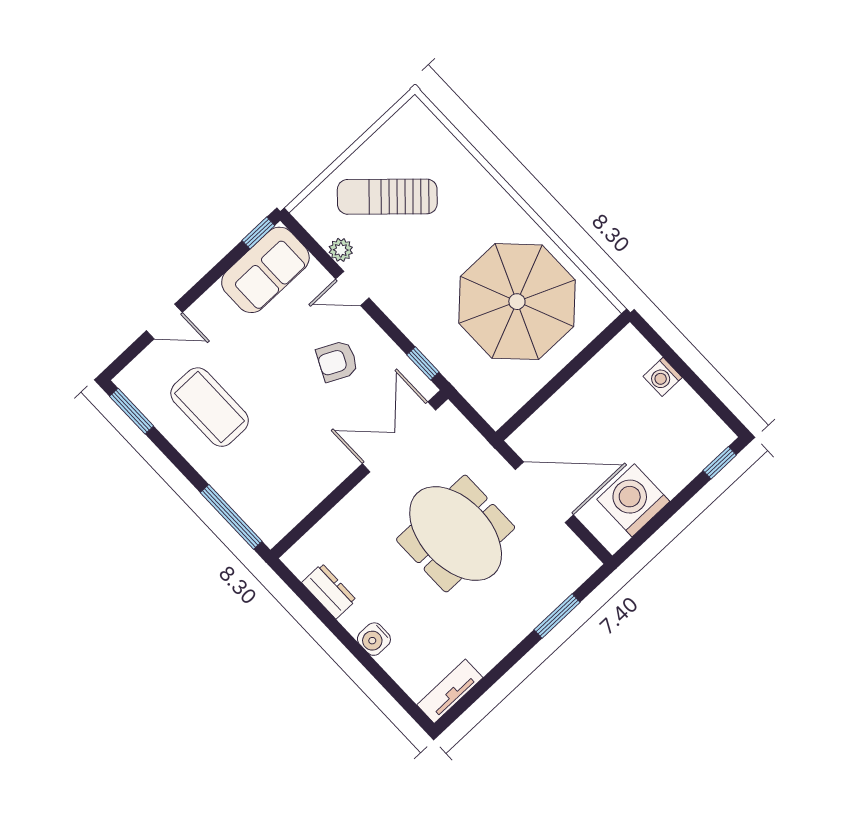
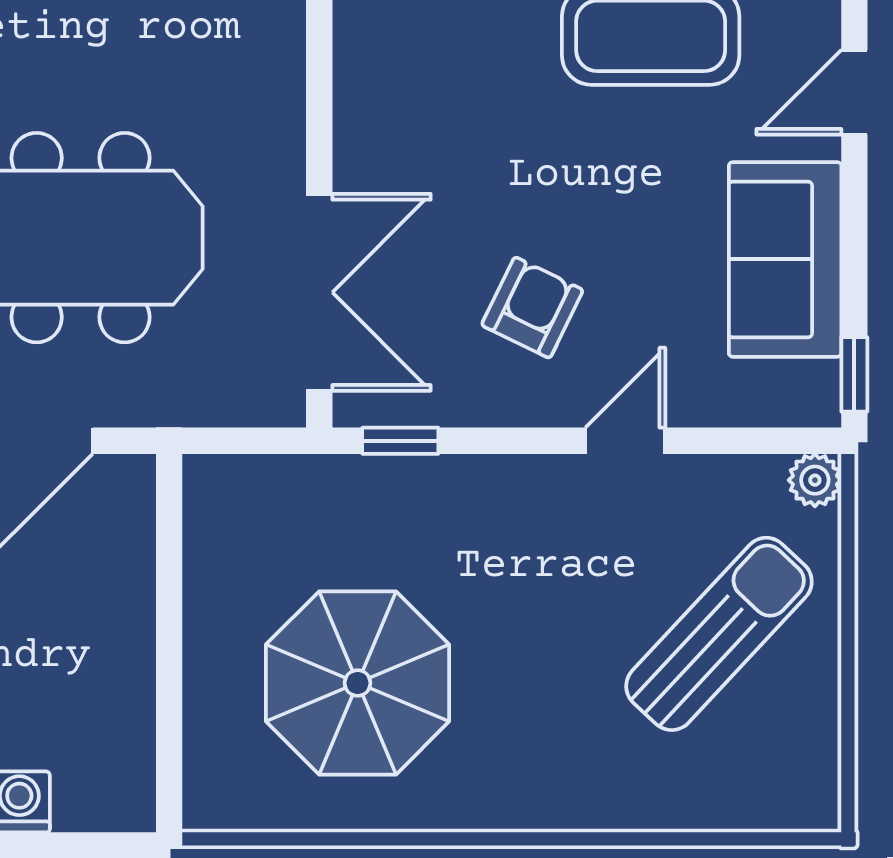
plant: (341, 250) -> (815, 480), moved
sofa: (265, 270) -> (785, 259), moved
parasol: (517, 302) -> (358, 683), width x0.73, depth x0.73

